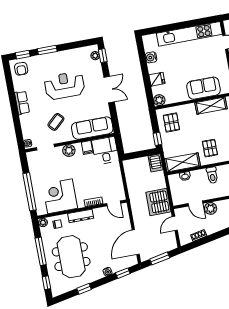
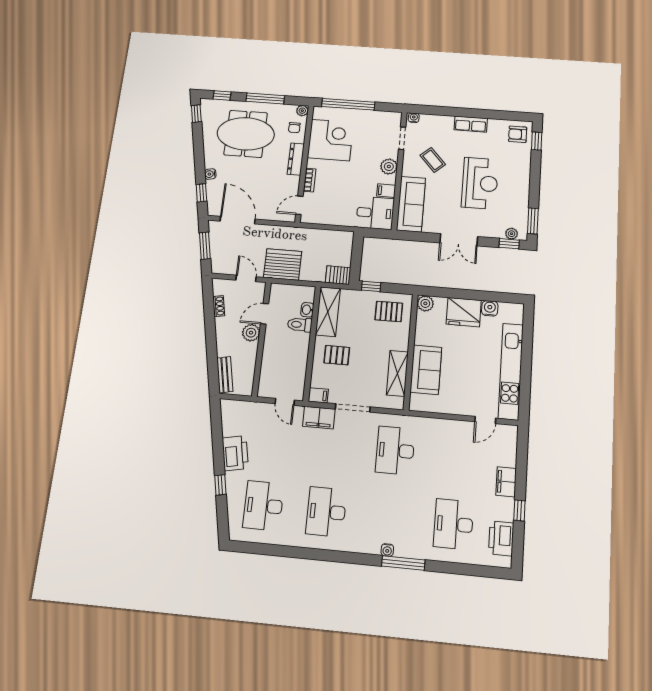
window: (47, 50) -> (533, 221), moved
fridge: (157, 79) -> (464, 312), width x1.88, depth x1.34
toilet: (212, 175) -> (300, 325), moved
window: (84, 289) -> (196, 114), moved

